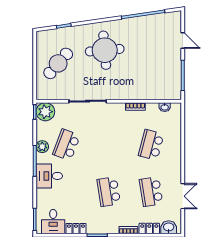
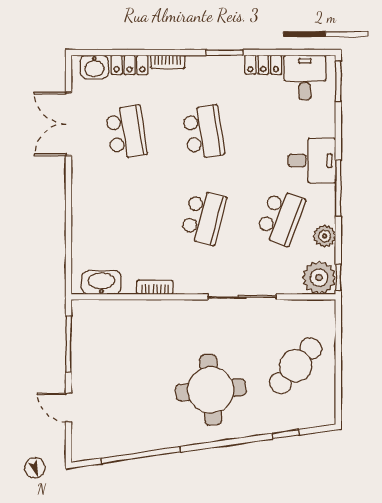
washbasin: (165, 107) -> (101, 282), width x1.91, depth x1.45
school desk: (151, 145) -> (203, 217), moved
plant: (42, 147) -> (325, 236), moved
double door: (183, 196) -> (69, 124), width x1.37

